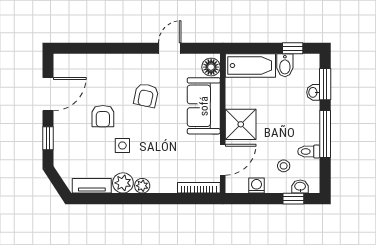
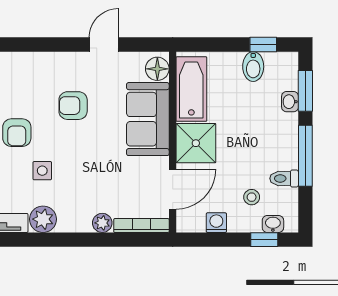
bathtub: (250, 66) -> (191, 89), moved, turned -90
armchair: (146, 95) -> (73, 106), turned 78
plant: (142, 186) -> (102, 223), moved

